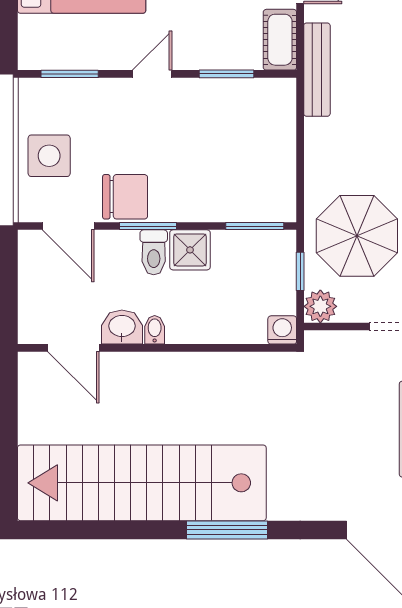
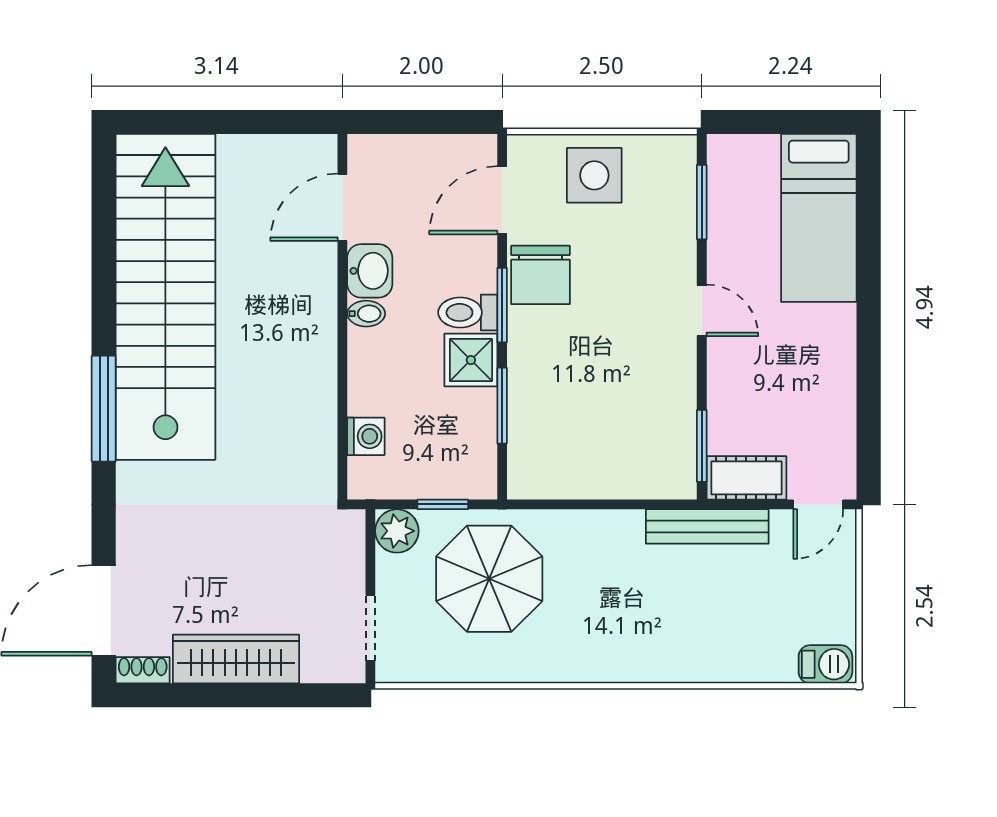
window: (227, 74) -> (702, 446), moved
window: (255, 226) -> (502, 406), moved
washing machine: (282, 330) -> (366, 436), moved

